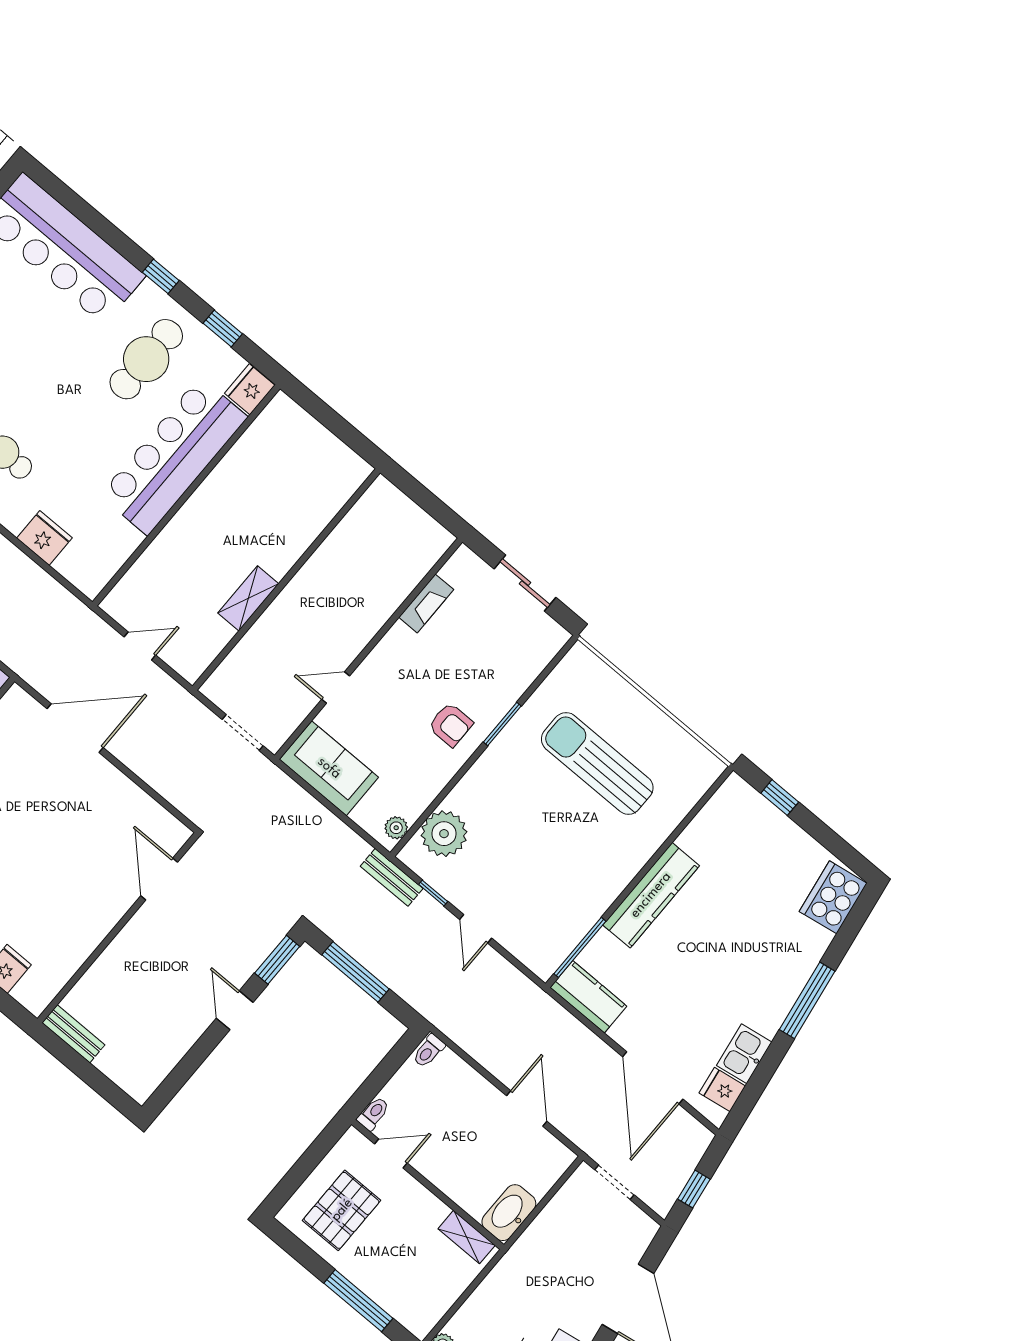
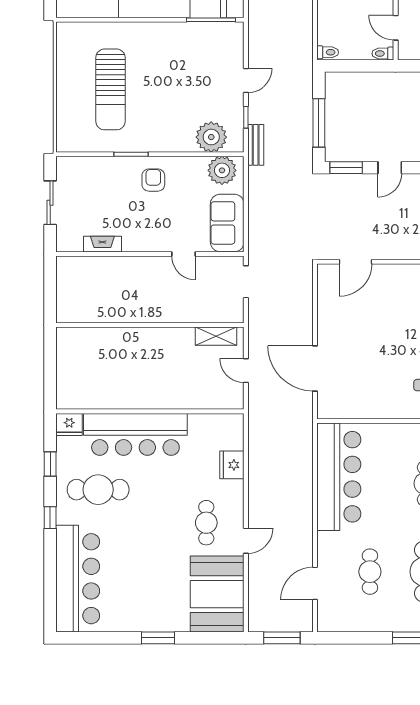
shelving: (248, 598) -> (216, 336), moved
plant: (396, 828) -> (222, 170), width x1.87, depth x1.87

